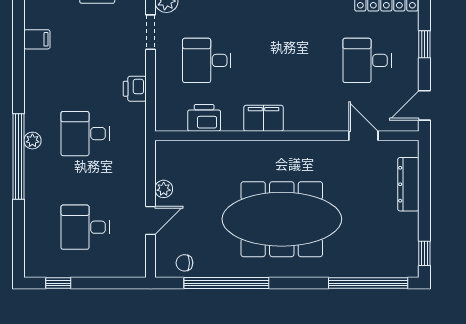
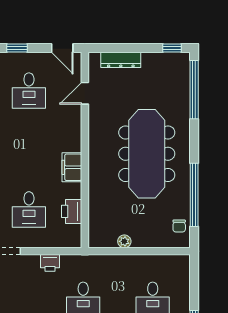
door: (150, 220) -> (148, 251), removed

